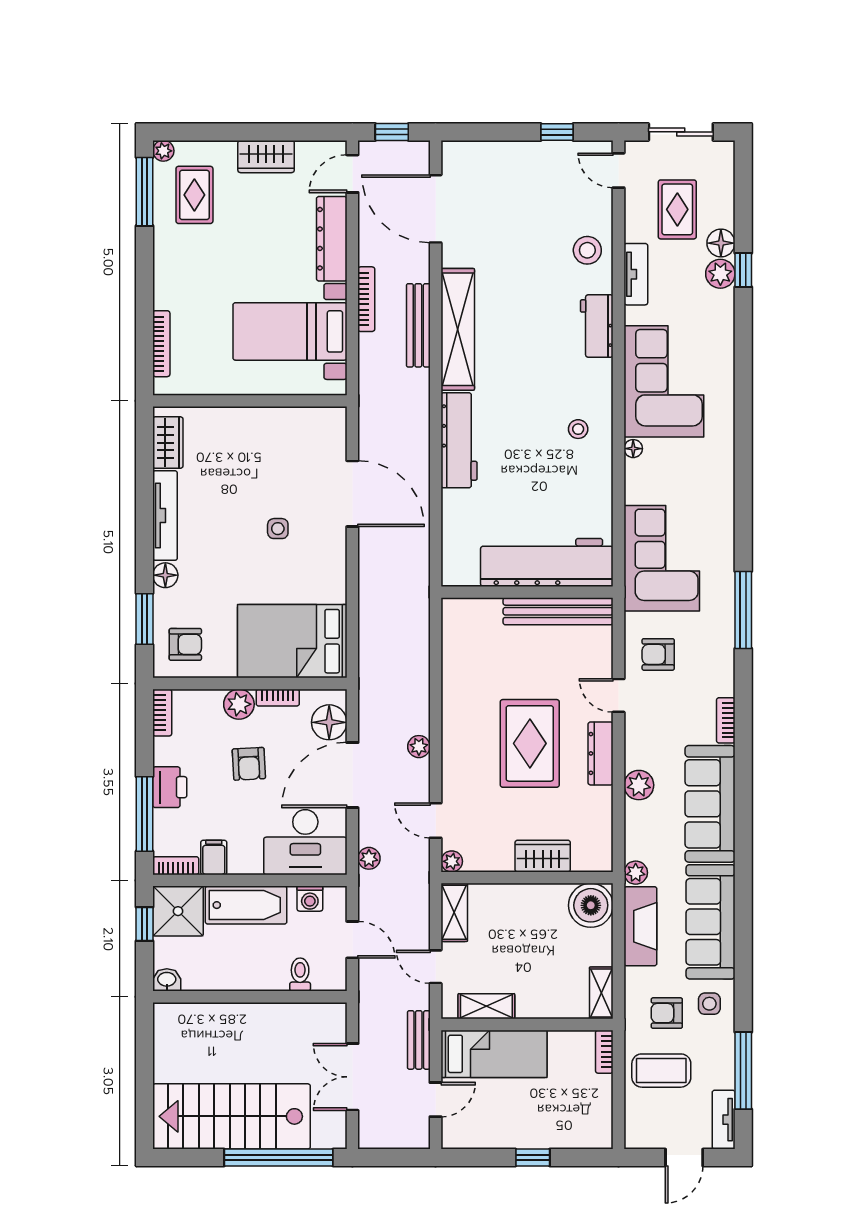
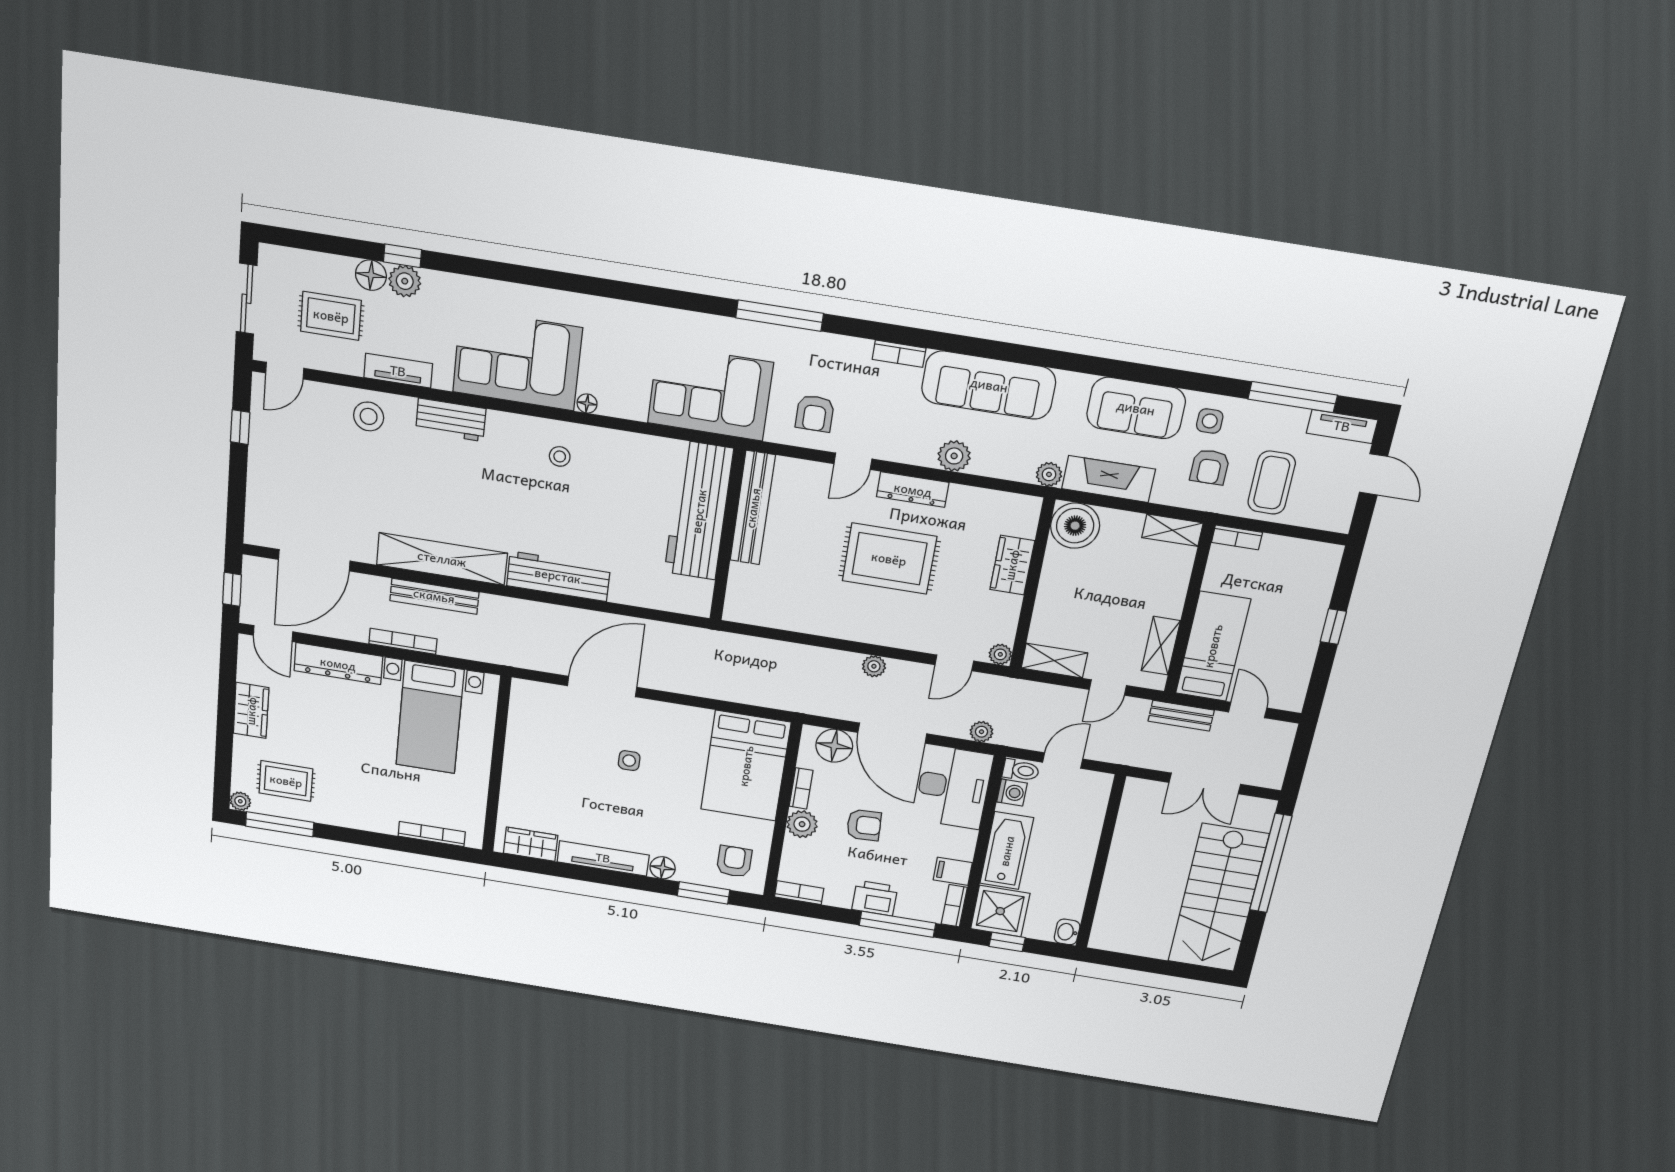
sofa: (711, 922) -> (1136, 408), width x0.73
toilet: (300, 975) -> (1021, 770), moved, turned 180

